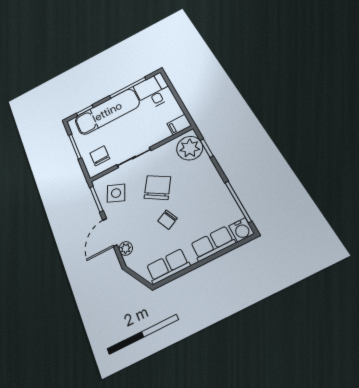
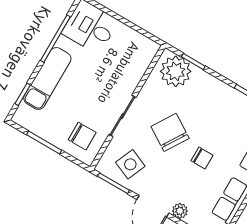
exam couch: (107, 112) -> (47, 78), width x0.73, depth x0.69
filing cabinet: (179, 125) -> (147, 51), removed
chair: (100, 156) -> (82, 136), turned 180
chair: (167, 220) -> (202, 158), turned -64

